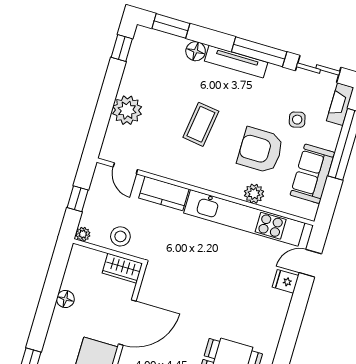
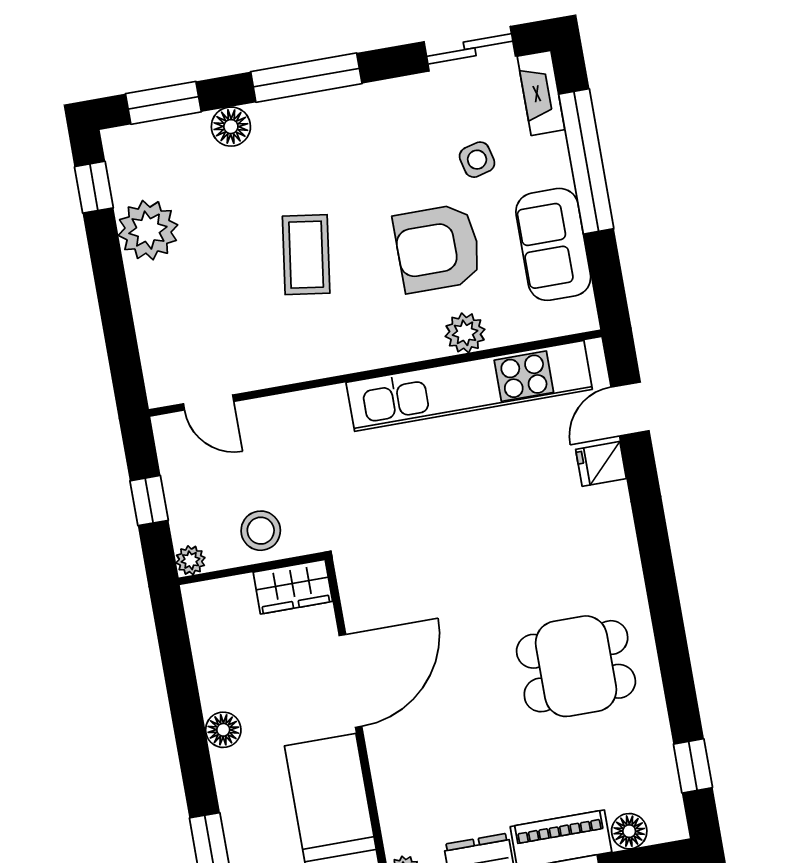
window: (259, 52) -> (306, 78), moved
tv unit: (236, 62) -> (314, 109), removed
plant: (127, 110) -> (148, 230), moved
kitchen counter: (164, 194) -> (301, 414), removed
floor lamp: (65, 299) -> (223, 730), moved

